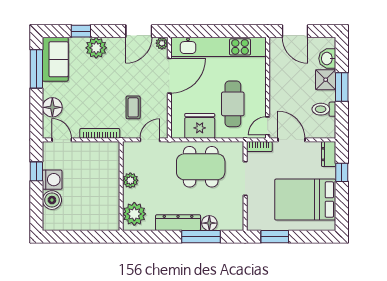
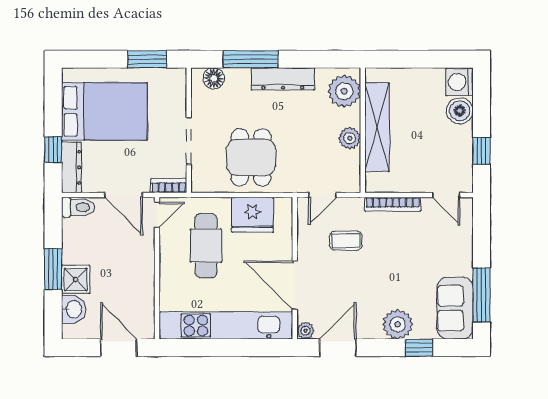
door: (169, 76) -> (295, 285), hinge flipped
floor lamp: (52, 107) -> (459, 241), removed
coffee table: (133, 107) -> (346, 241), turned 90
toilet: (324, 109) -> (78, 207), moved
dresser: (329, 154) -> (71, 167), width x1.44
dining table: (201, 167) -> (251, 157), width x0.73
washing machine: (52, 180) -> (459, 82), moved
shelving: (111, 188) -> (377, 127), added
floor lamp: (209, 223) -> (214, 78), moved

